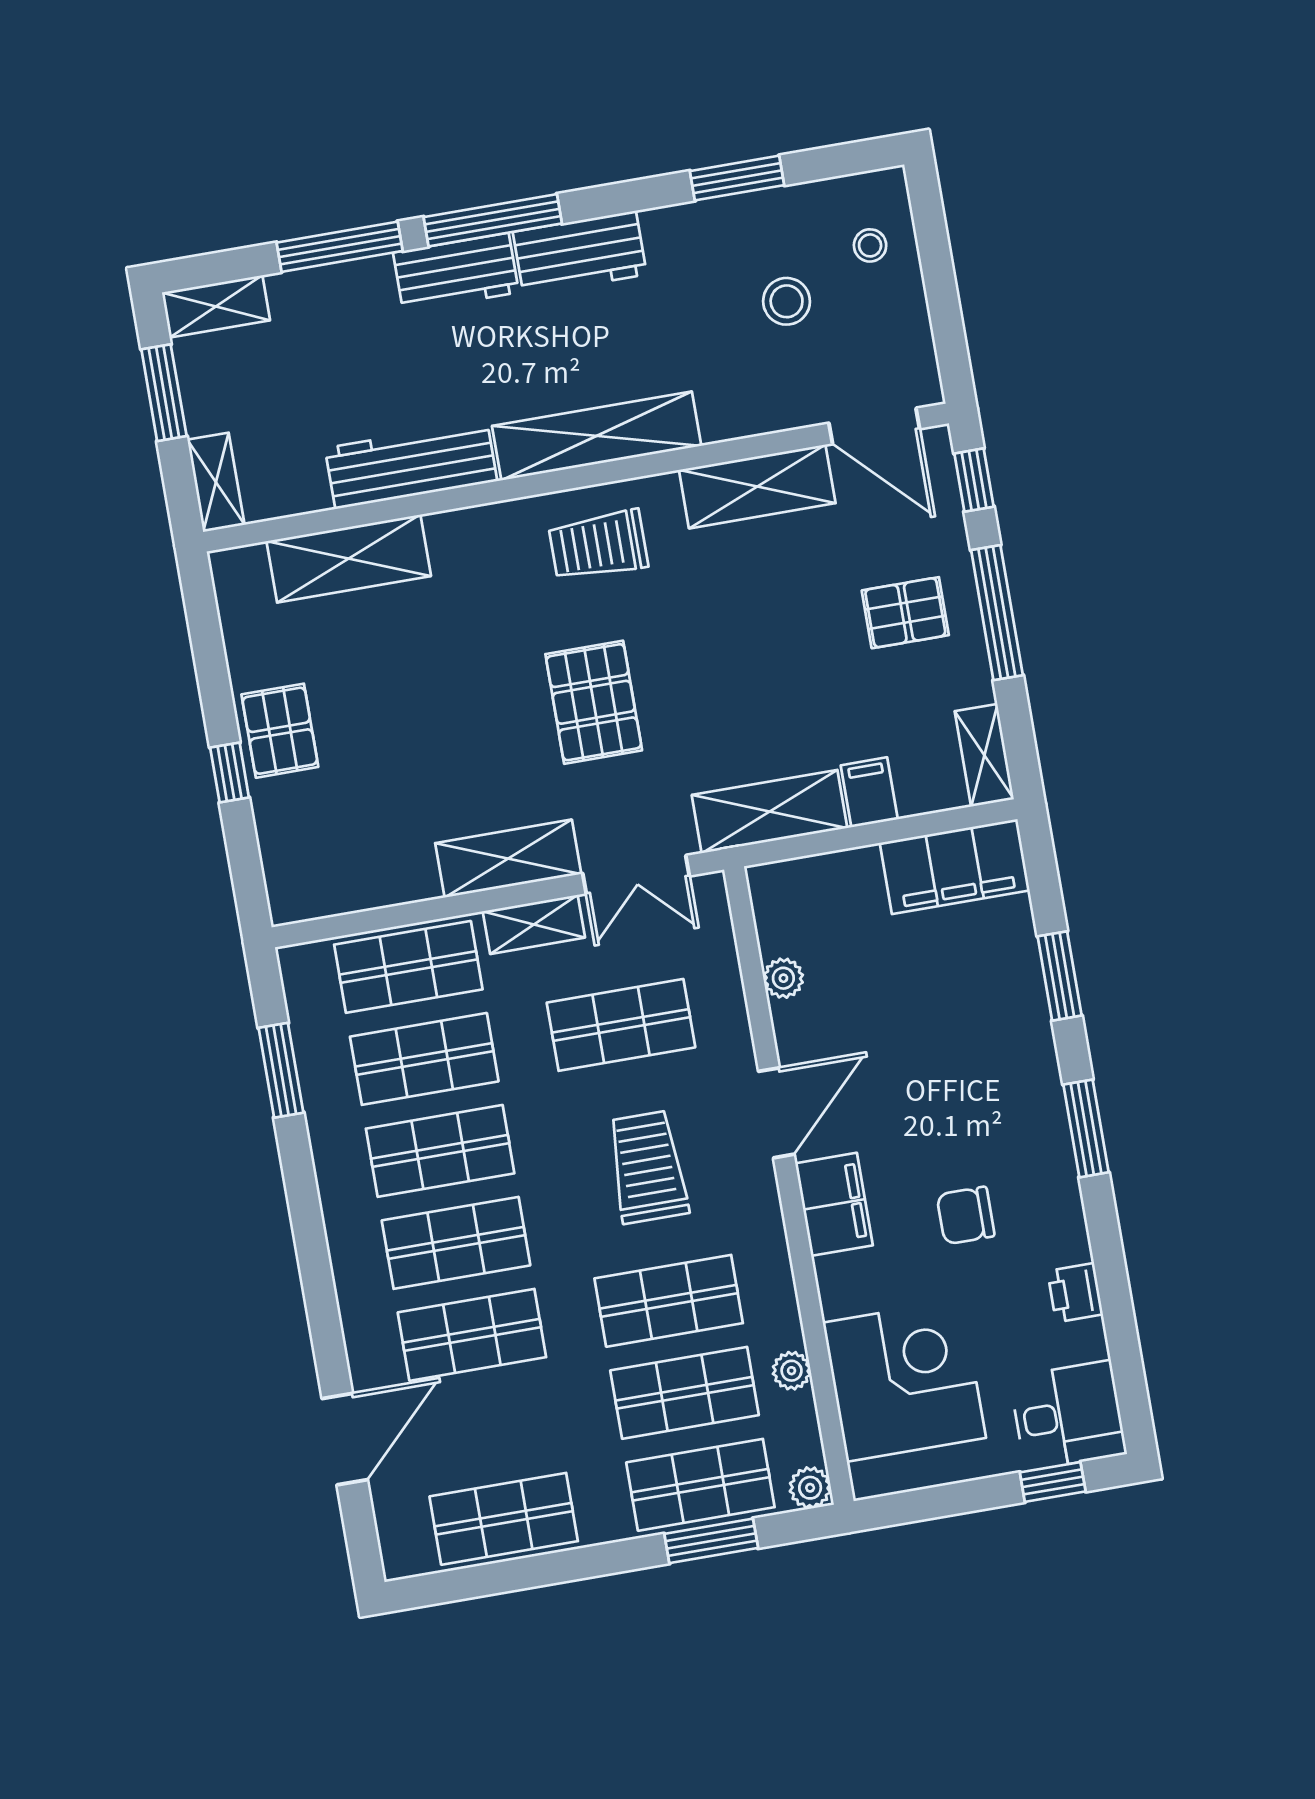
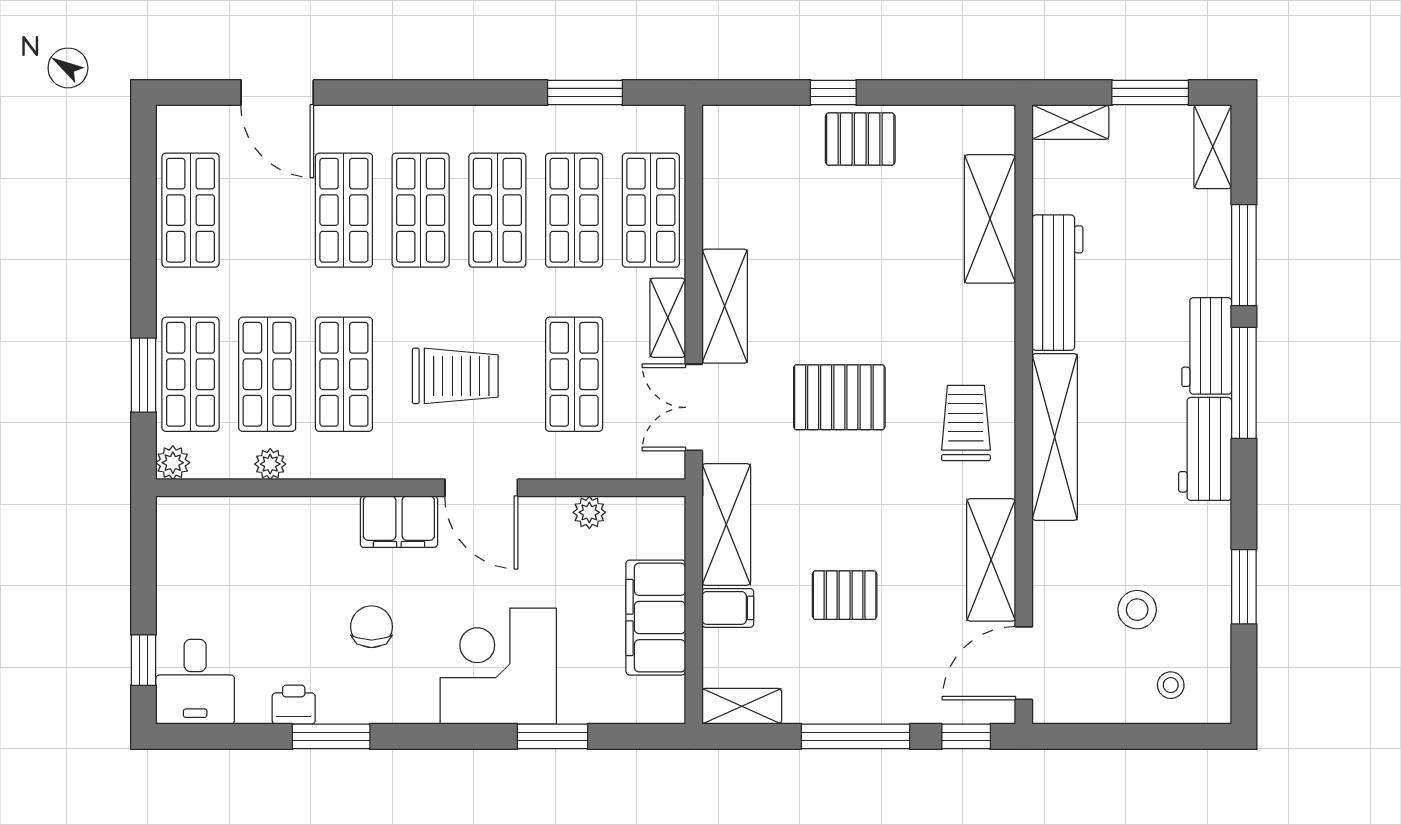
pallet: (905, 613) -> (845, 595), moved, turned 90
filing cabinet: (955, 867) -> (656, 618), moved
window: (1086, 1128) -> (331, 736), moved
corner desk: (904, 1380) -> (498, 666), moved, turned 180

